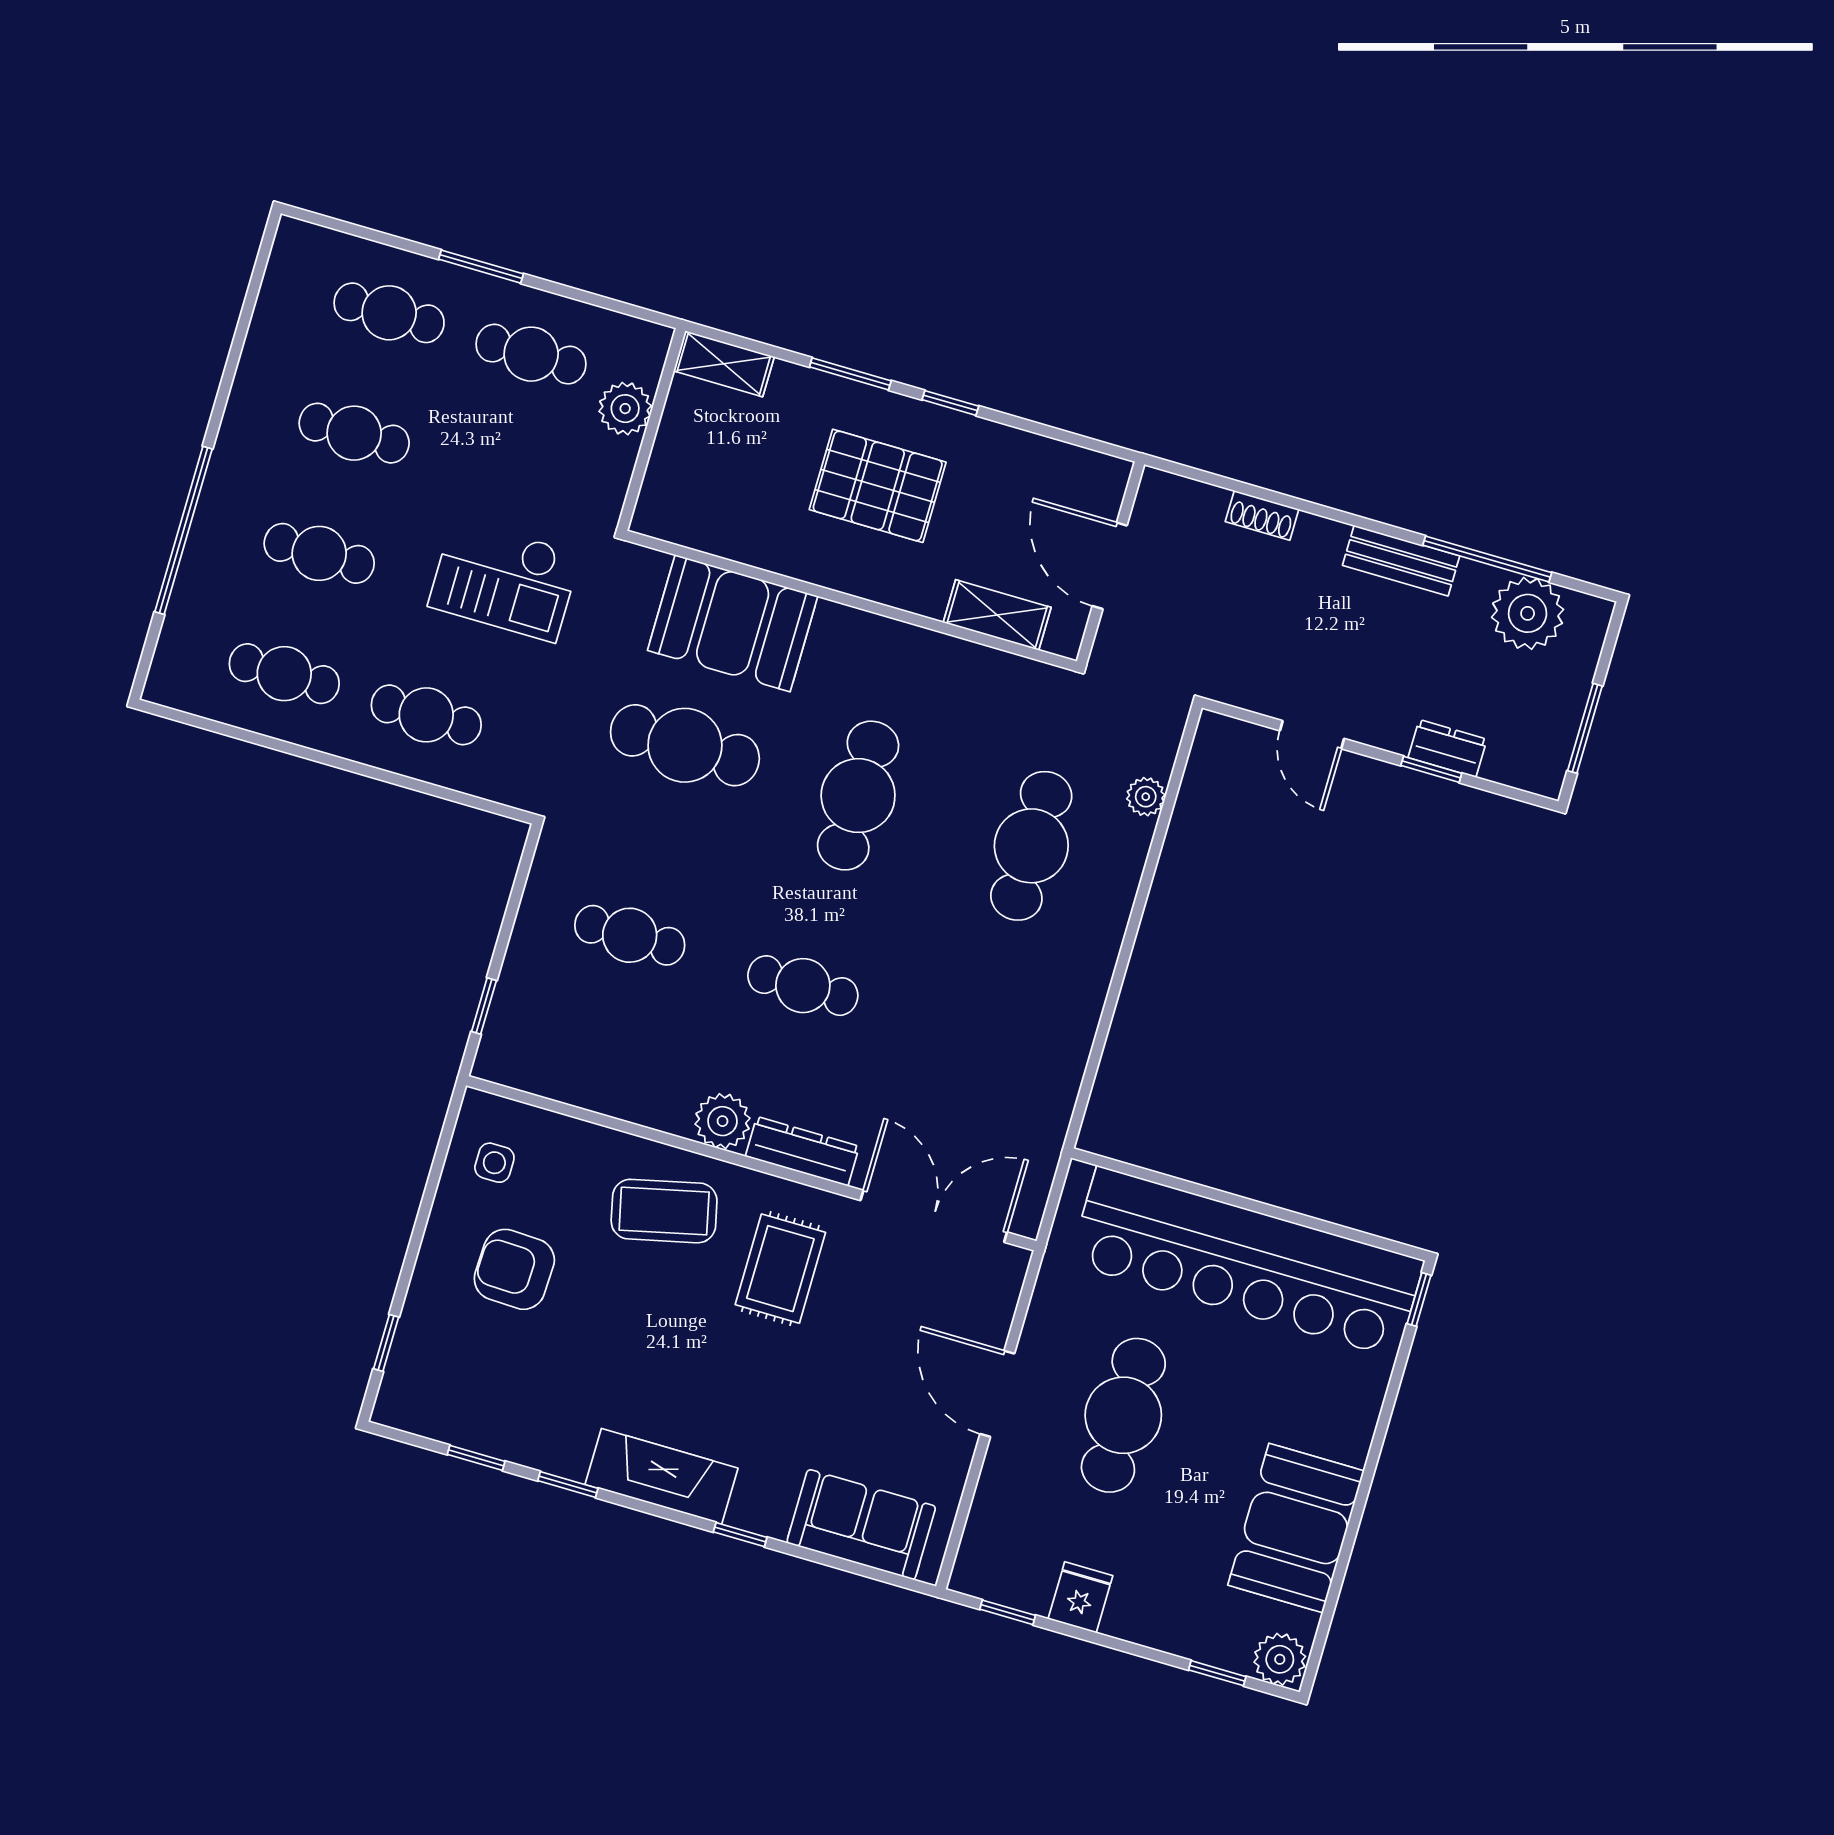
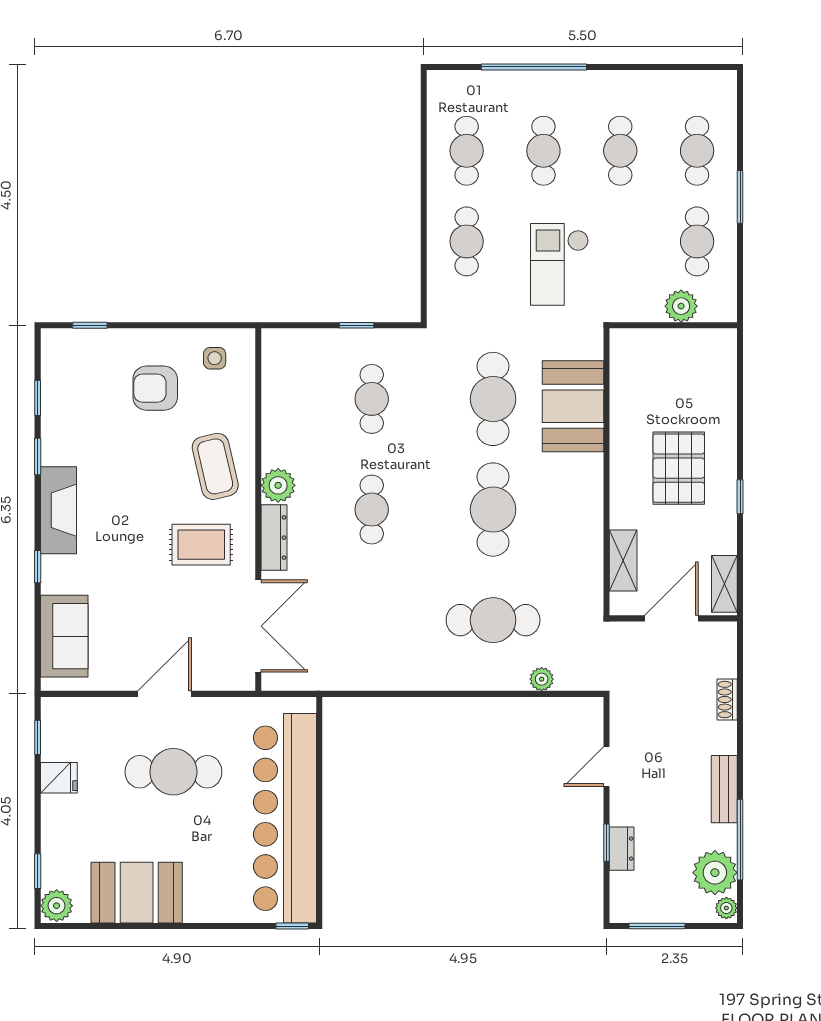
shelving: (724, 364) -> (724, 584), moved
window: (850, 374) -> (740, 433), removed
plant: (1588, 612) -> (726, 908), added
cafe table: (858, 796) -> (493, 510), turned 90
window: (484, 1006) -> (356, 325), moved
armchair: (514, 1269) -> (155, 388), turned -92

